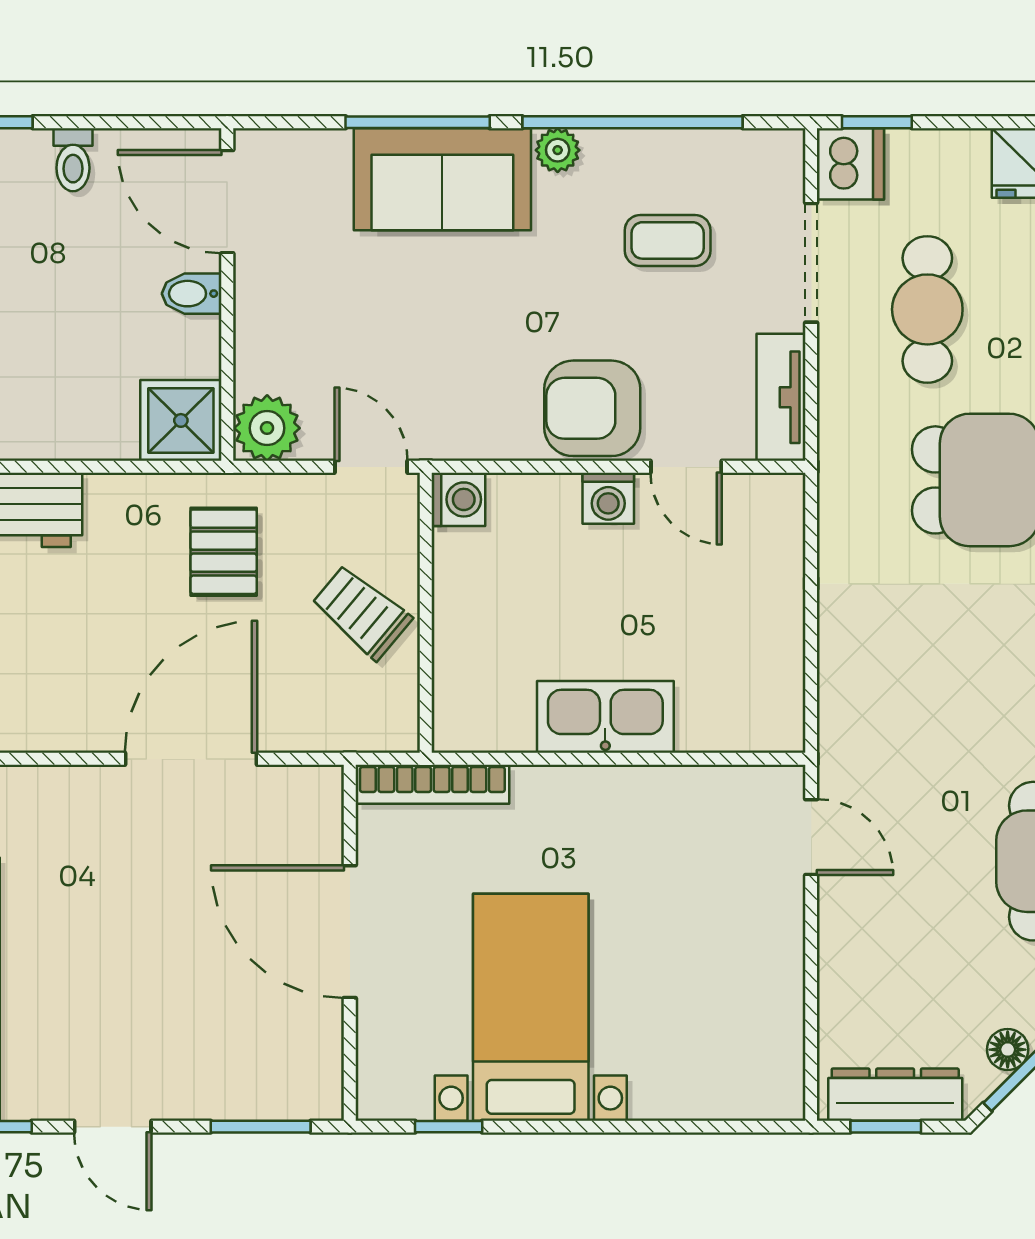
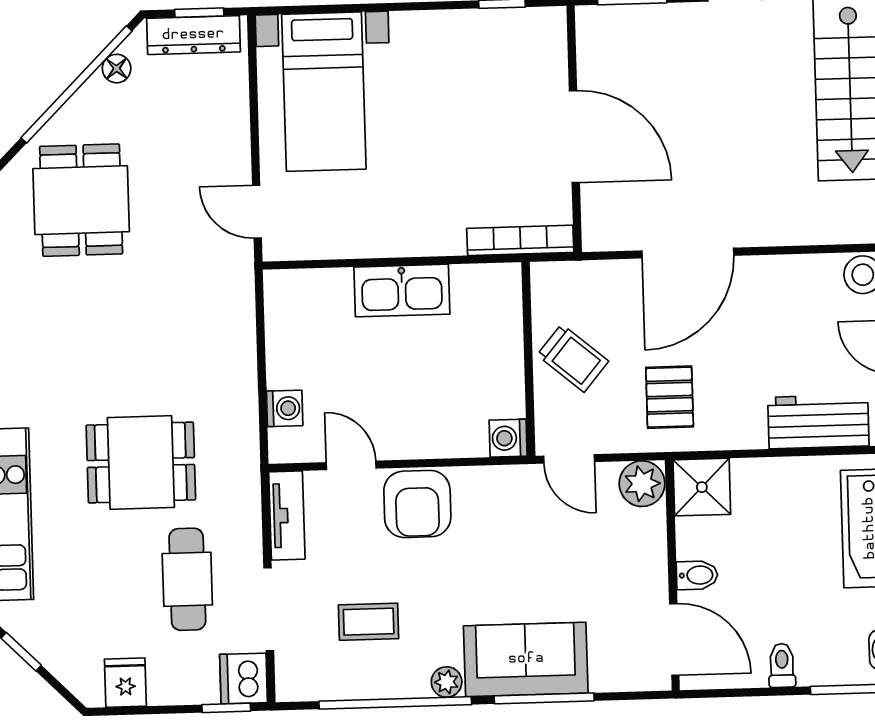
armchair: (592, 408) -> (417, 504), turned 90
washing machine: (608, 498) -> (285, 408), moved, turned 90
bed with nightstands: (531, 1007) -> (324, 92), moved

